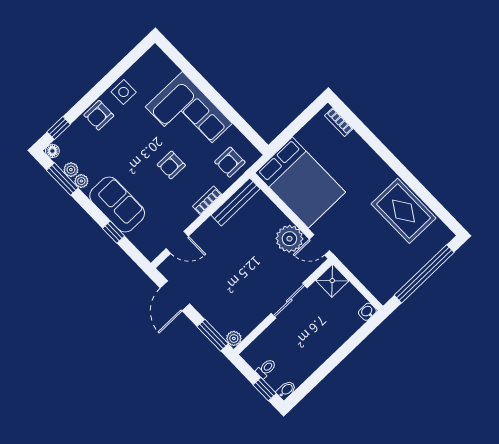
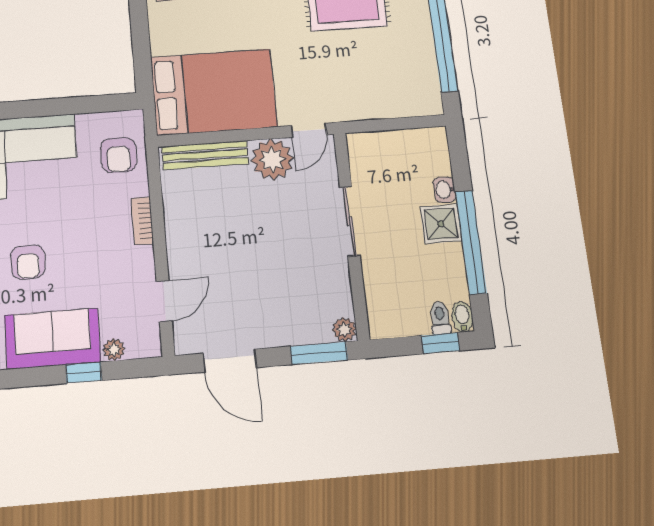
armchair: (171, 165) -> (28, 262), moved
bench: (236, 202) -> (205, 155), moved, turned 90
plant: (136, 237) -> (114, 349), added
shower: (332, 281) -> (441, 224), moved
washbasin: (367, 312) -> (445, 190), moved
window: (327, 367) -> (471, 242), added
toilet: (266, 369) -> (440, 318), moved

